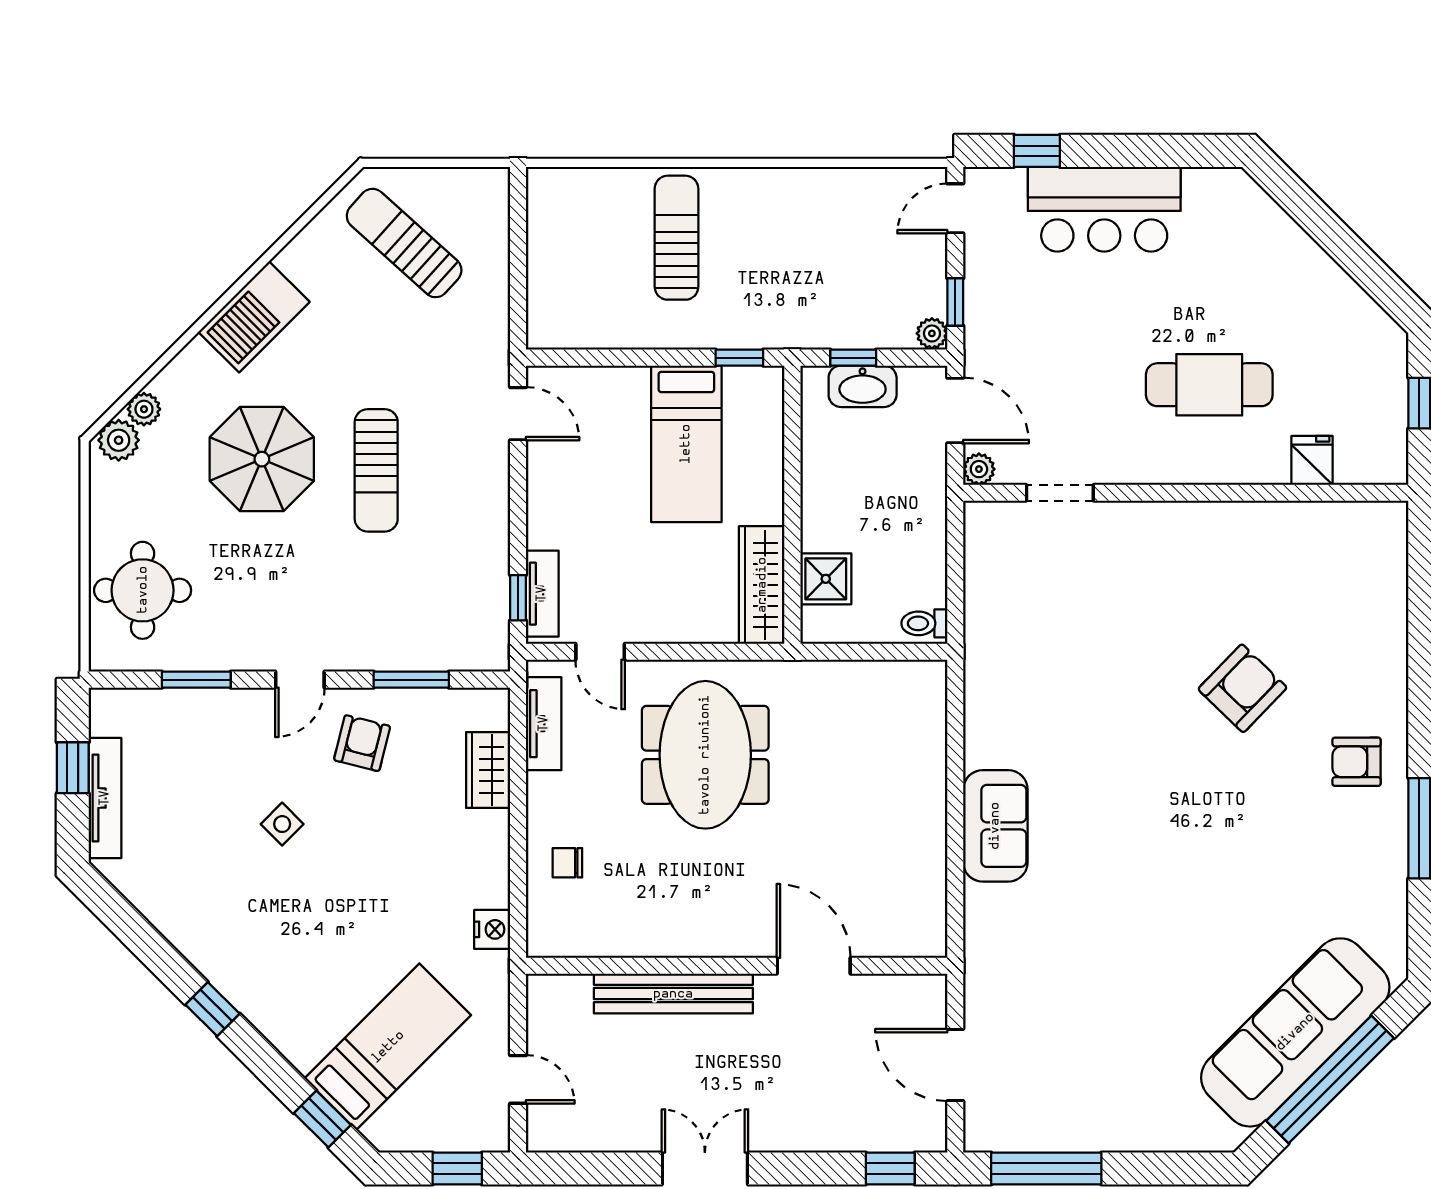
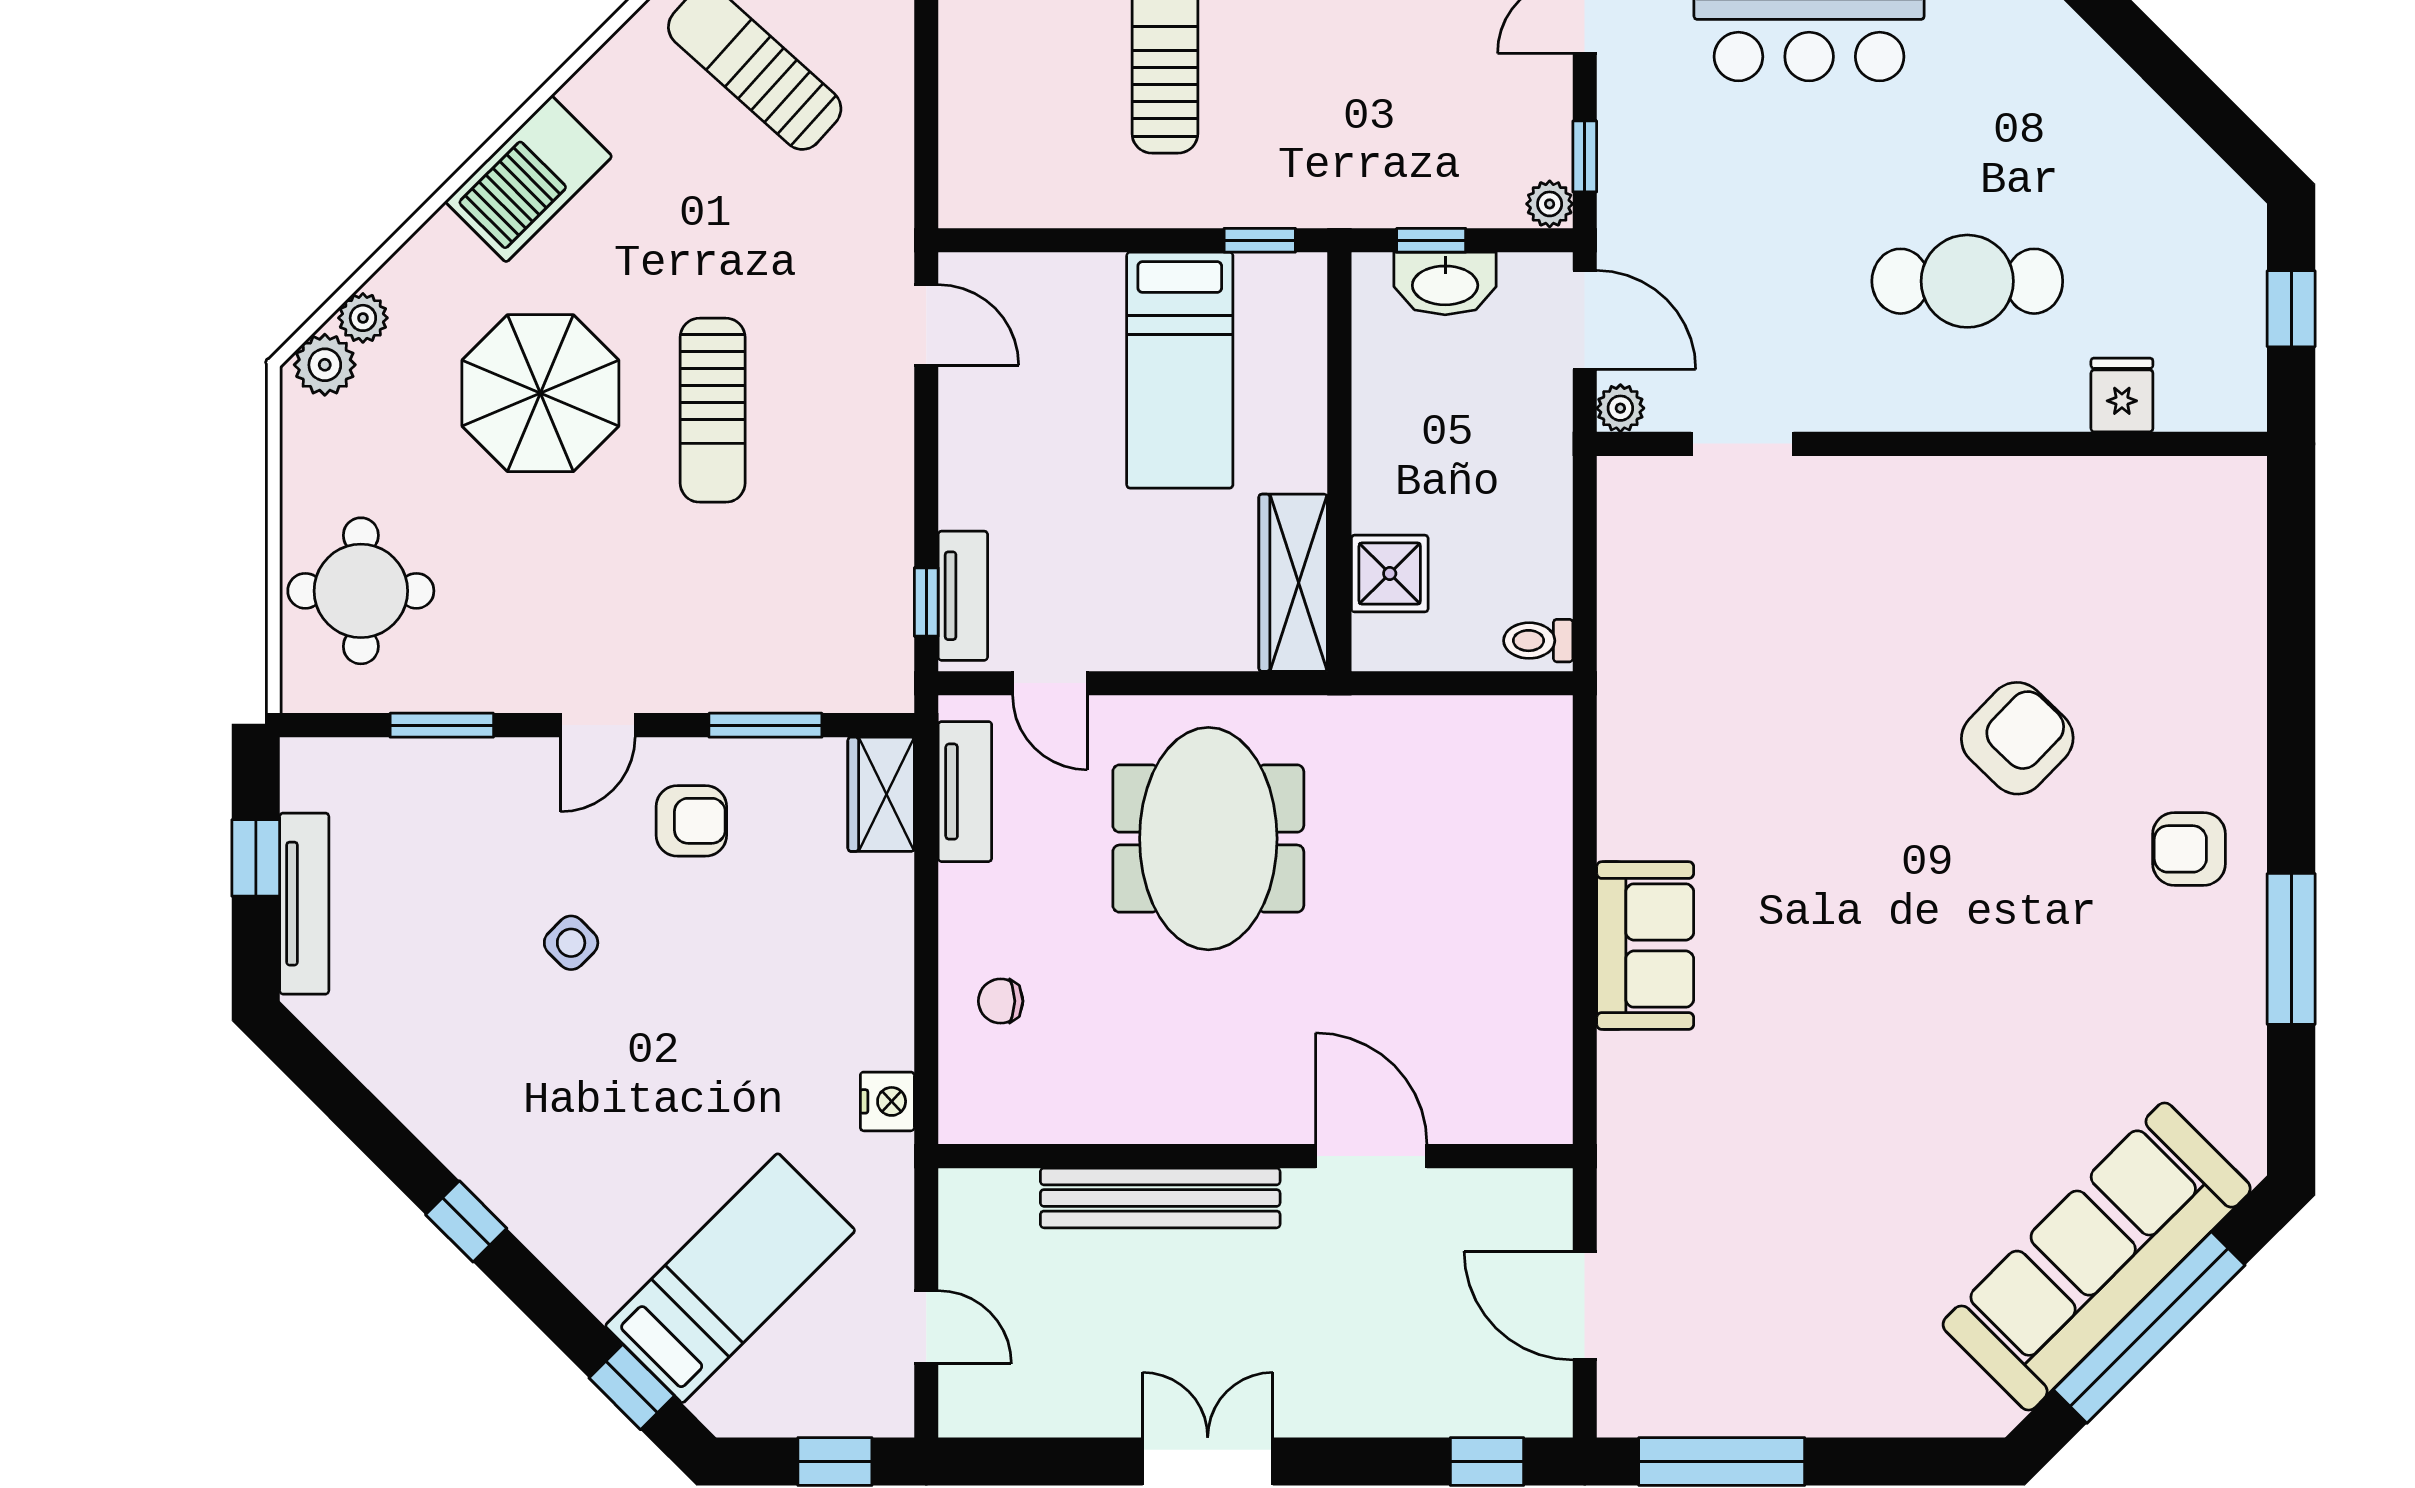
armchair: (362, 743) -> (691, 821), turned 76
wardrobe: (488, 770) -> (881, 794), moved

